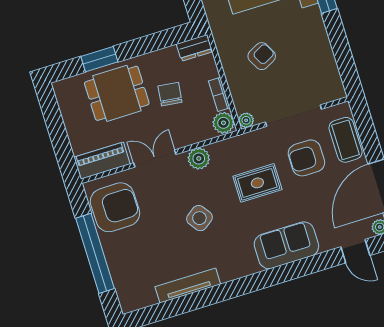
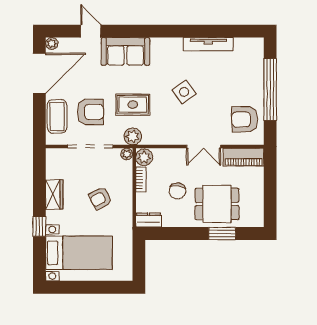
wardrobe: (319, 43) -> (54, 194), added
plant: (199, 159) -> (133, 136), moved
armchair: (115, 207) -> (245, 119), width x0.73, depth x0.73
door: (355, 251) -> (91, 31), moved

